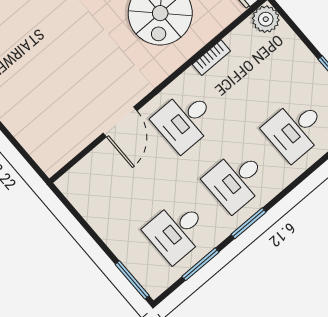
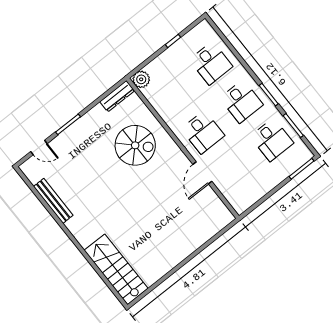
bookcase: (211, 58) -> (164, 114), removed
door: (120, 122) -> (202, 173), swing flipped

